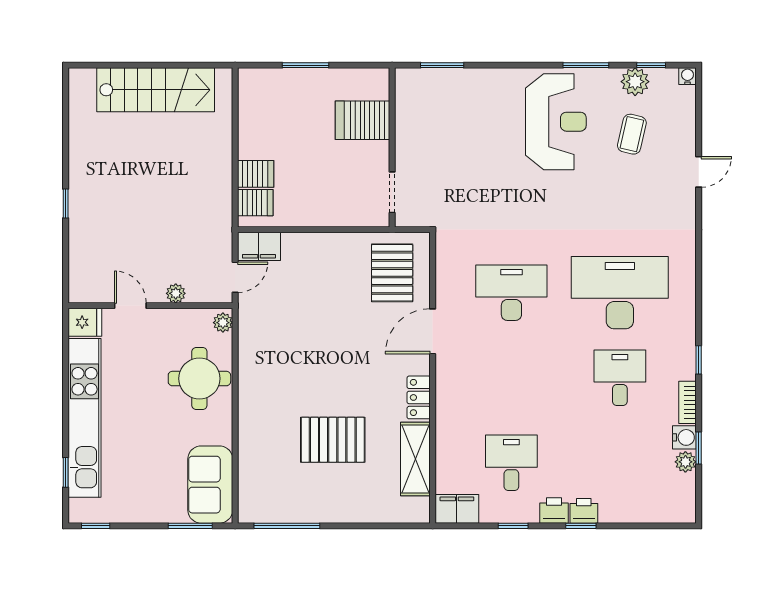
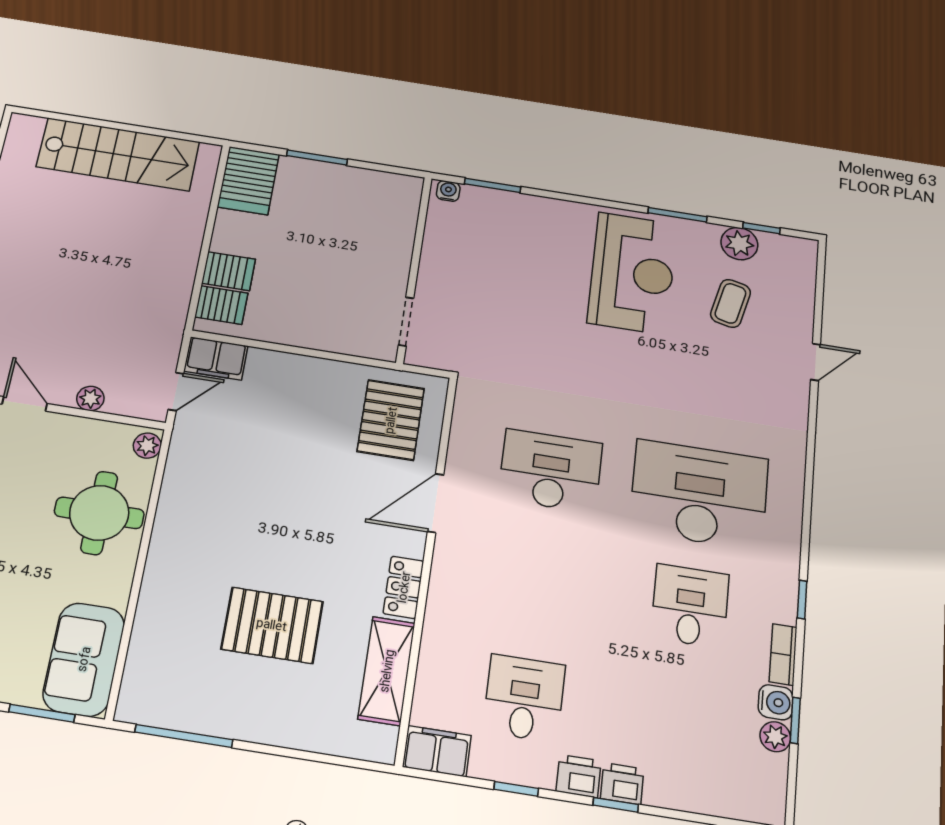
water cooler: (687, 76) -> (448, 191), moved
server rack: (363, 120) -> (248, 181), moved, turned -90

